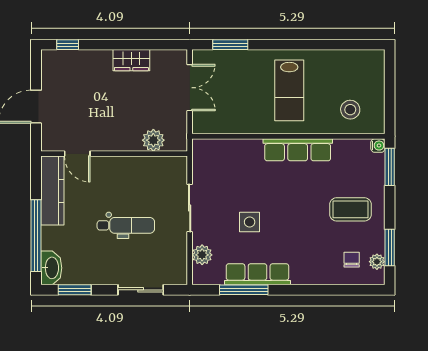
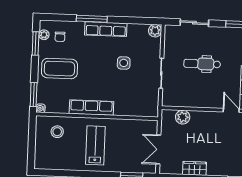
coffee table: (350, 209) -> (59, 69), width x1.36, depth x1.32
plant: (202, 255) -> (155, 31), moved
row of seats: (257, 274) -> (106, 29), moved
window: (244, 290) -> (92, 19), moved

